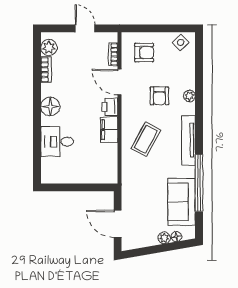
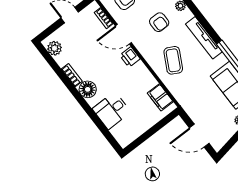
bookcase: (46, 70) -> (72, 75), moved
filing cabinet: (109, 130) -> (160, 97), moved

